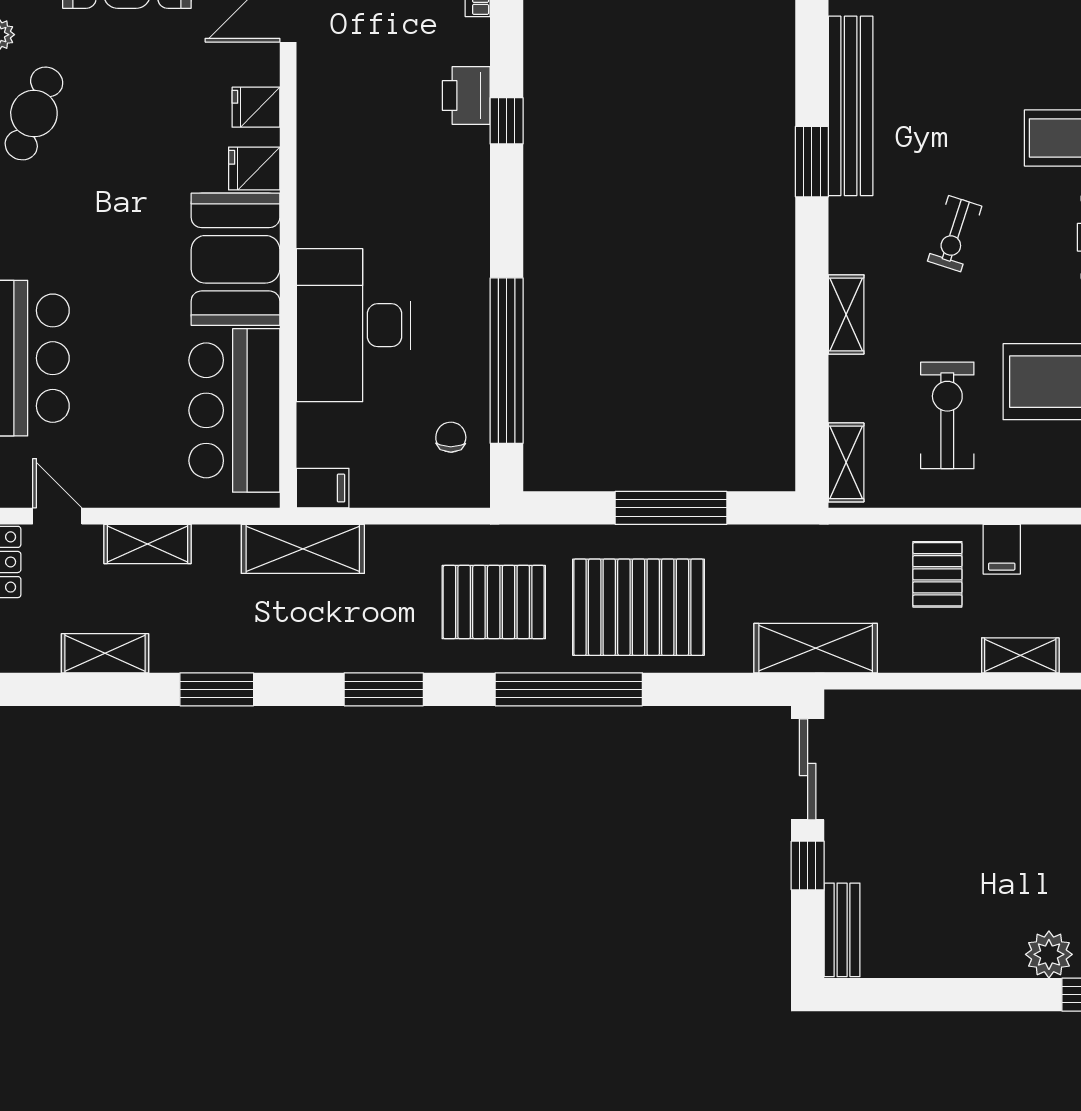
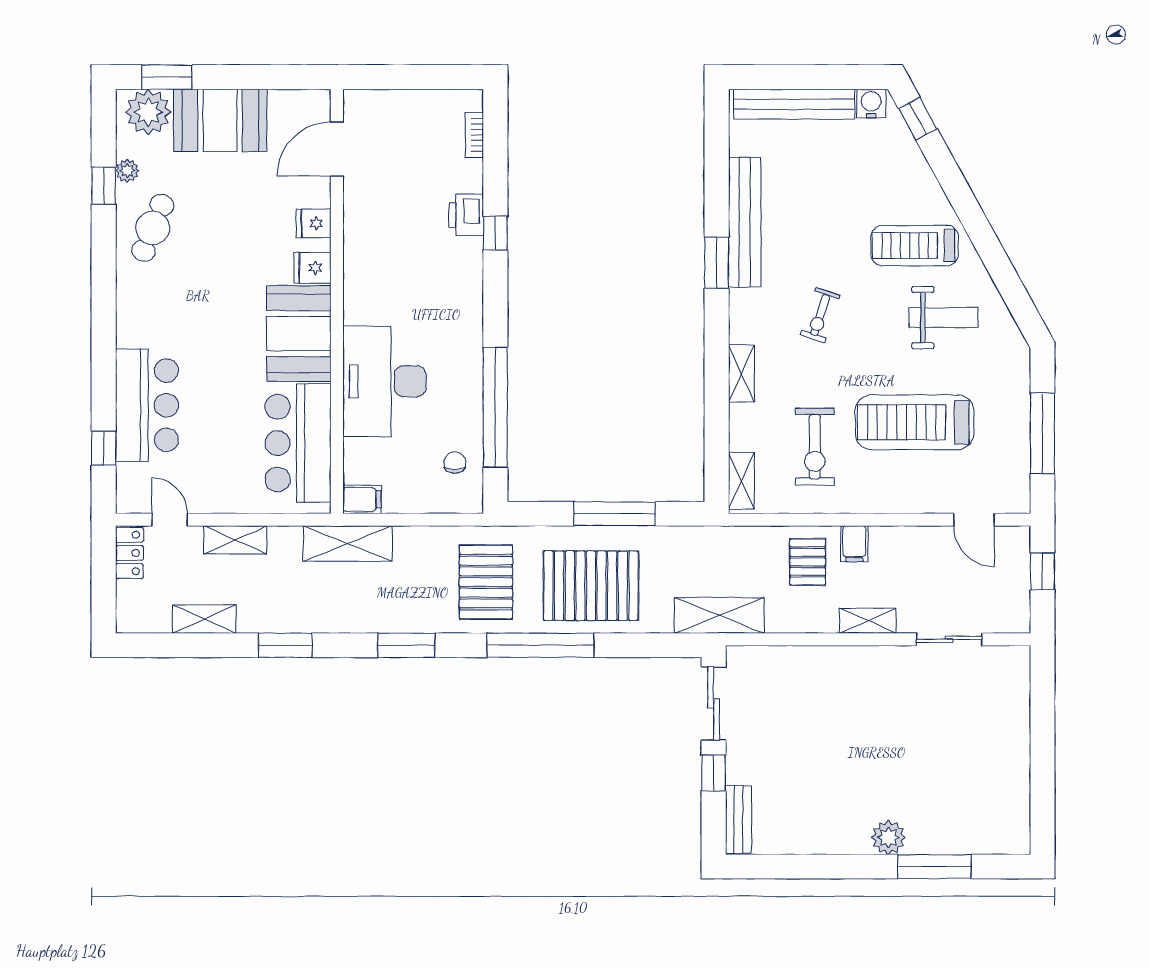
exercise bike: (947, 415) -> (815, 447), turned 180
pallet: (494, 602) -> (486, 582), turned 90

